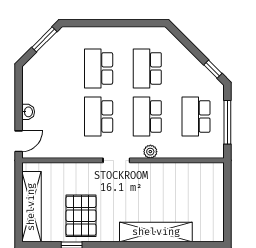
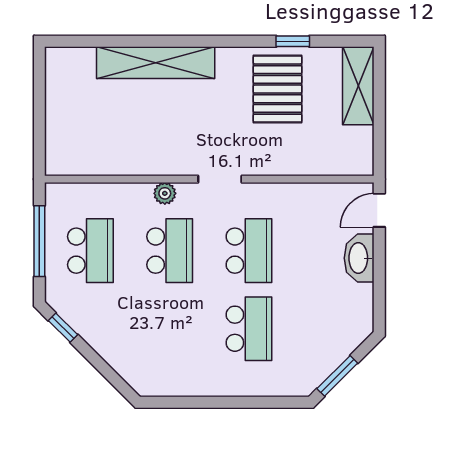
school desk: (147, 68) -> (170, 329), removed
washbasin: (28, 112) -> (359, 258), width x1.91, depth x1.45
shelving: (31, 207) -> (358, 86), width x0.68

